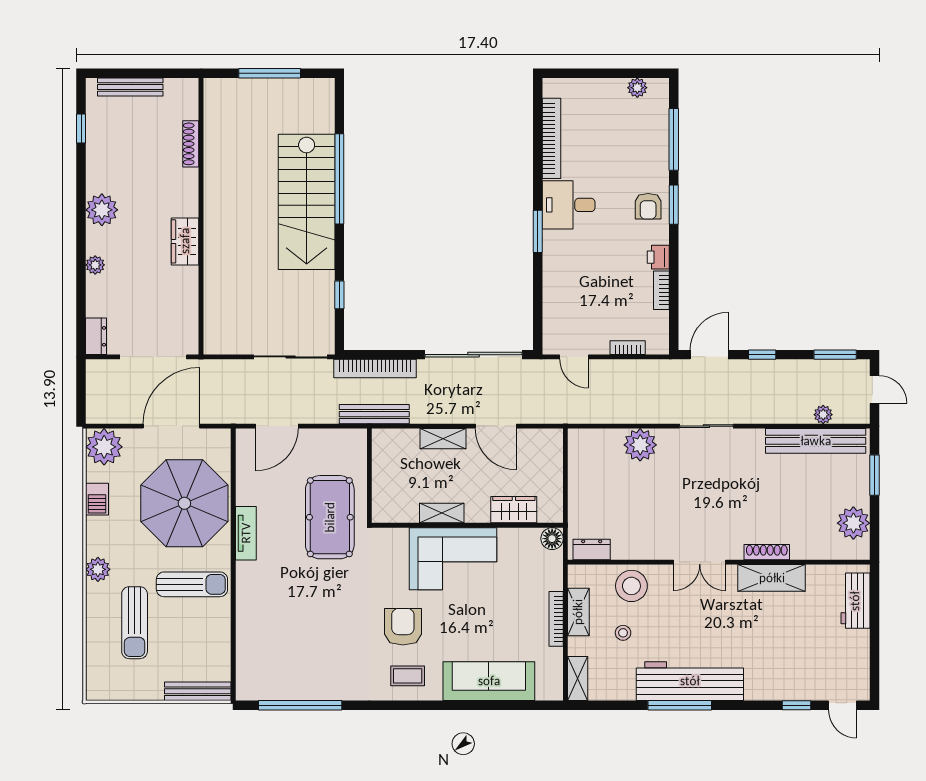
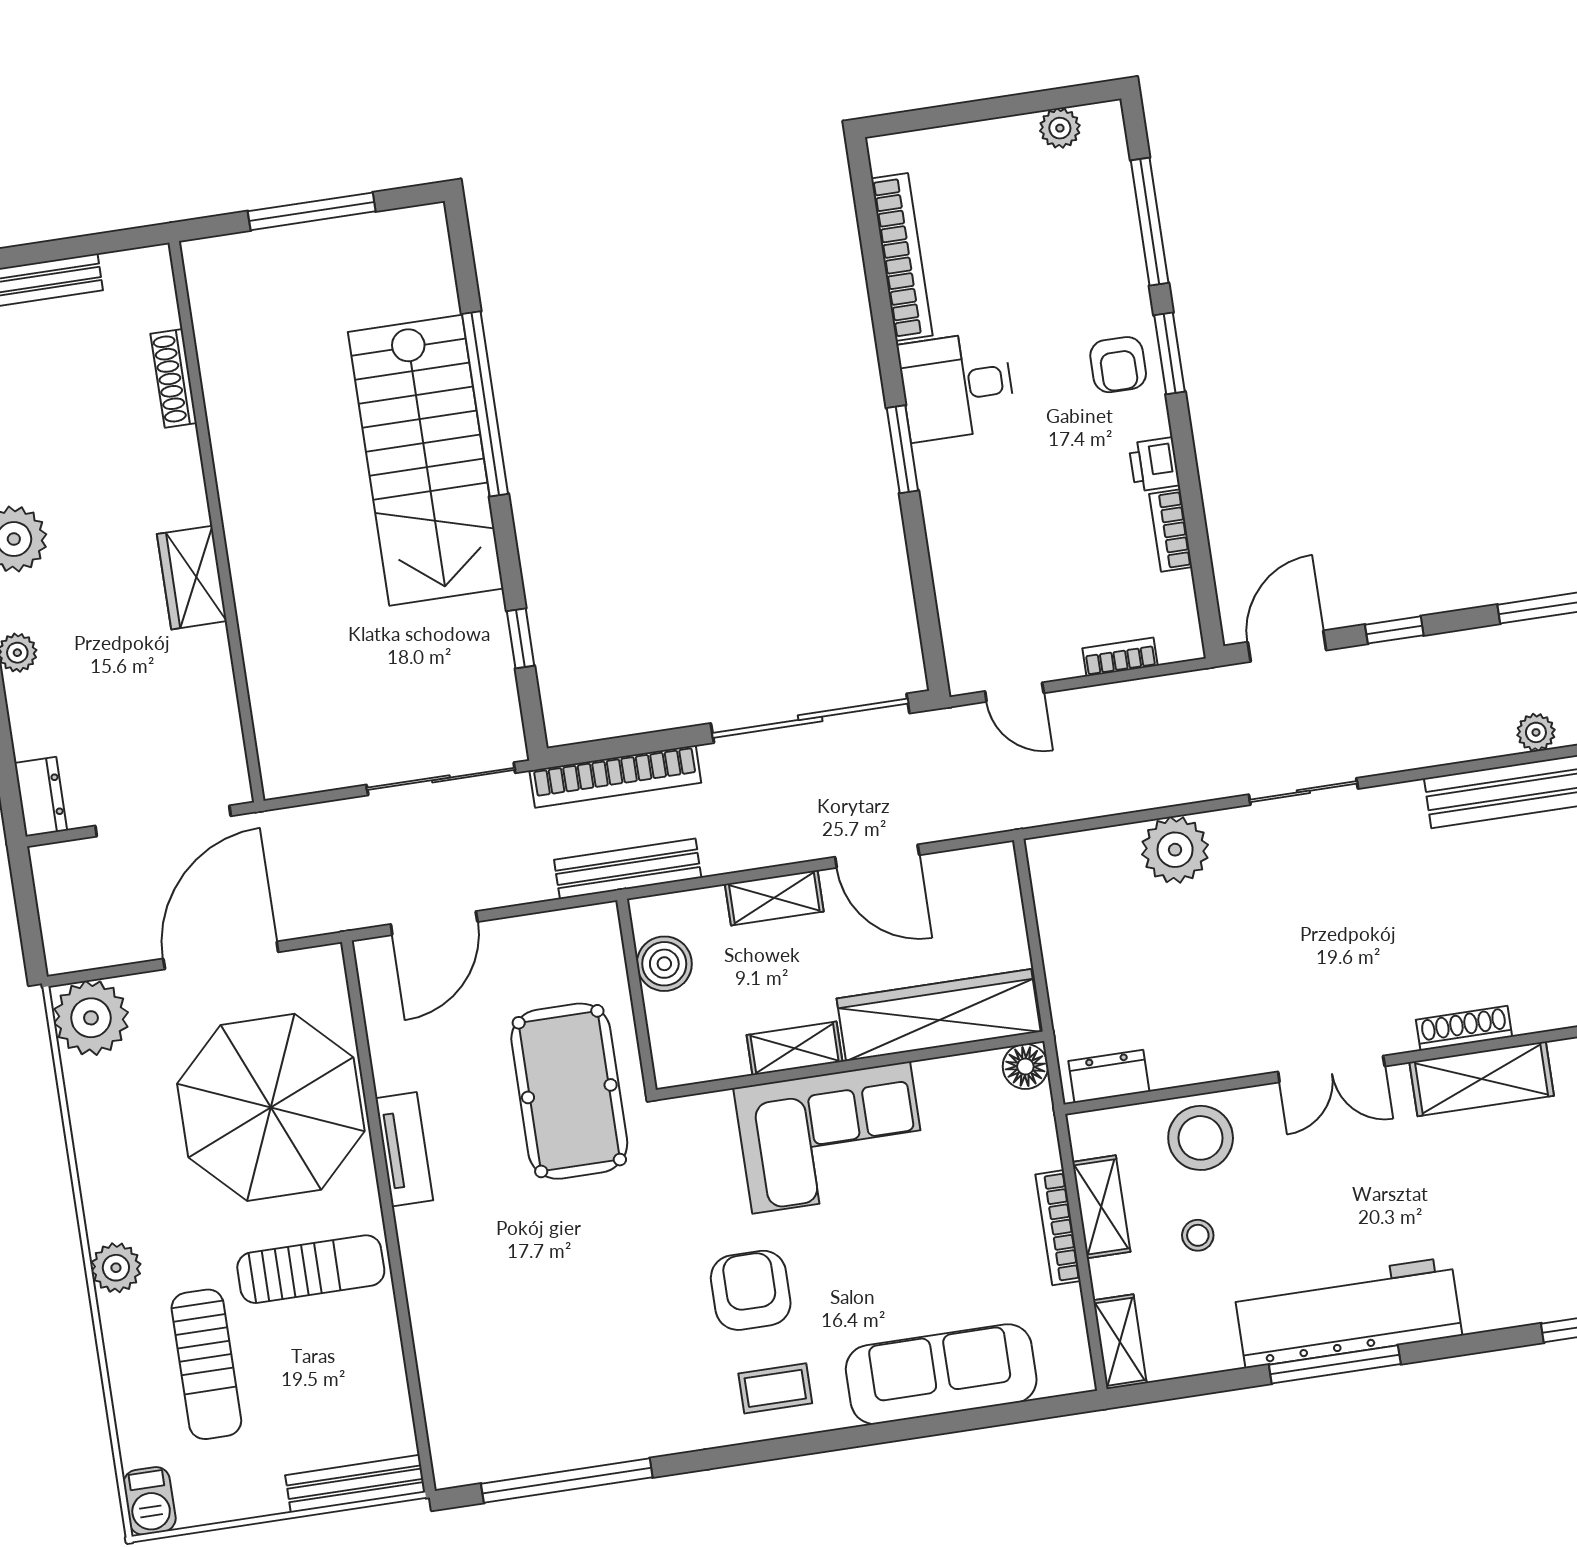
boiler: (385, 463) -> (664, 964), added
barbecue: (97, 499) -> (150, 1501), moved
wardrobe: (514, 510) -> (939, 1015), width x2.10, depth x1.17

